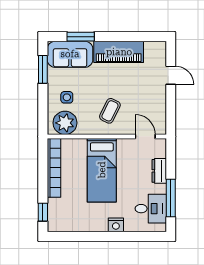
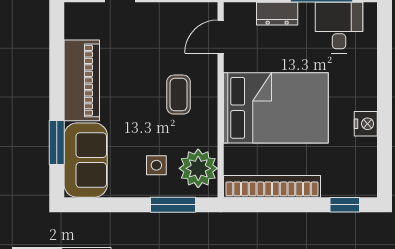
window: (43, 69) -> (173, 205), moved
coffee table: (110, 111) -> (179, 95), turned 64
bed: (102, 170) -> (276, 108), width x1.50
nightstand: (116, 225) -> (366, 124), moved

